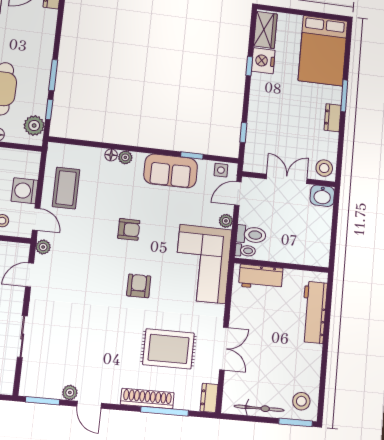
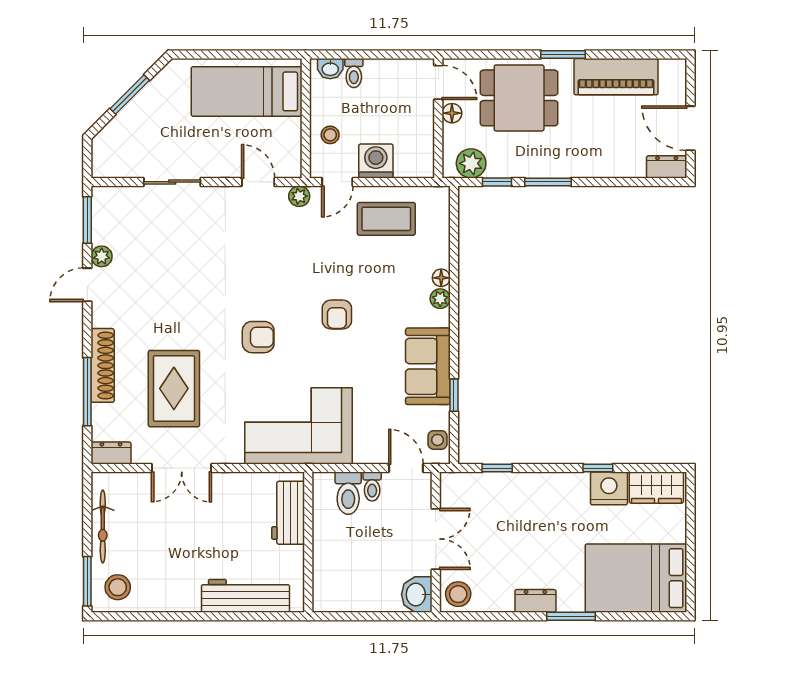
plant: (226, 221) -> (364, 454), removed
toilet: (245, 251) -> (372, 487), moved

